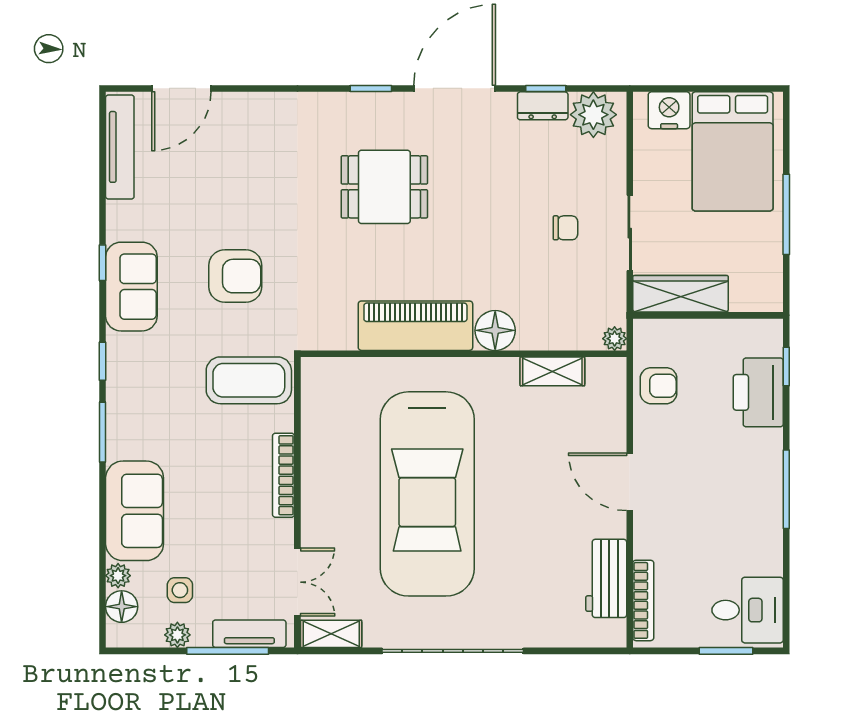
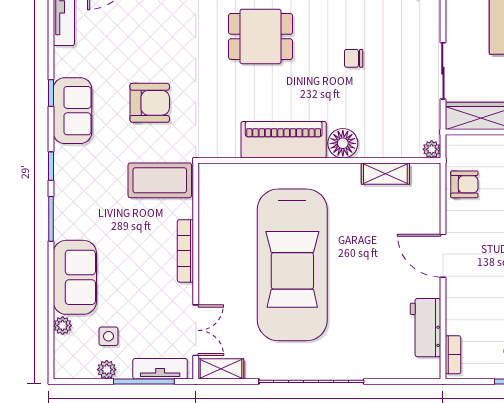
chair: (565, 228) -> (354, 58), moved, turned 180
bookcase: (643, 600) -> (453, 355), width x0.64
floor lamp: (122, 607) -> (65, 348), removed

